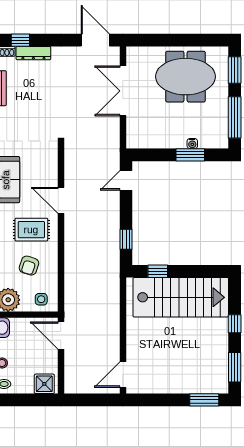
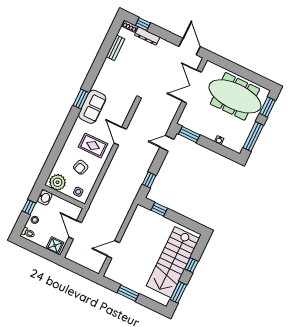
meeting table: (186, 77) -> (235, 96), width x1.36
window: (190, 155) -> (189, 134), moved
stairs: (181, 297) -> (173, 262), moved, turned 90
door: (61, 336) -> (75, 230), moved
door: (123, 375) -> (113, 249), moved
window: (204, 400) -> (128, 293), moved

